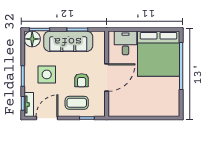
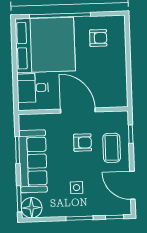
side table: (47, 74) -> (77, 188), width x0.54, depth x0.54
armchair: (163, 95) -> (98, 38), added
tv unit: (29, 105) -> (116, 209), removed

